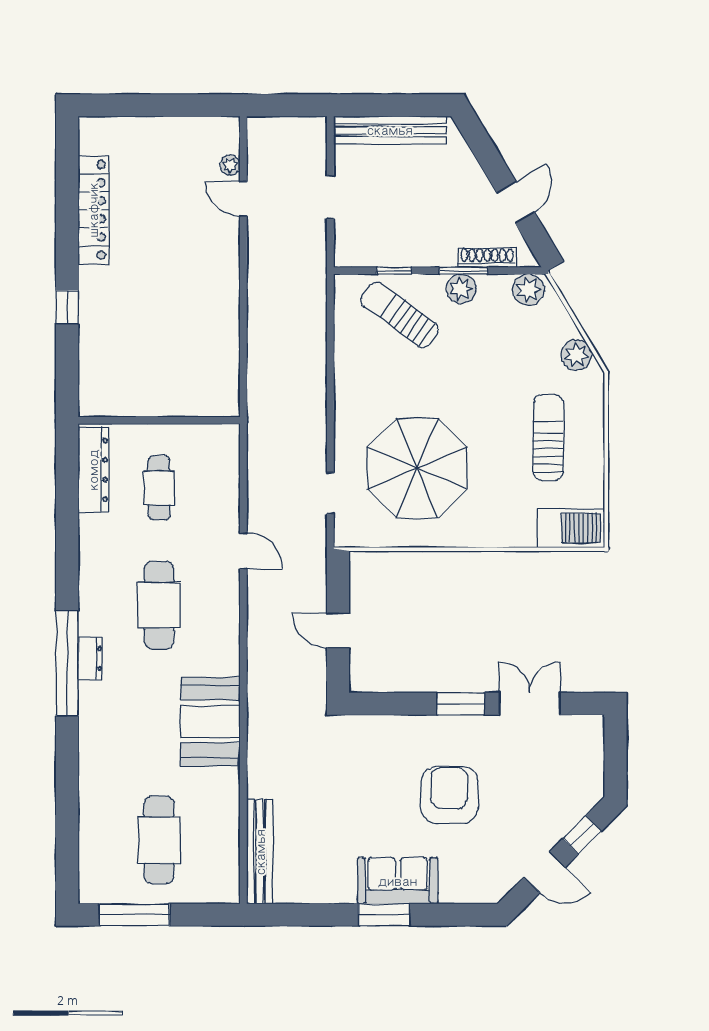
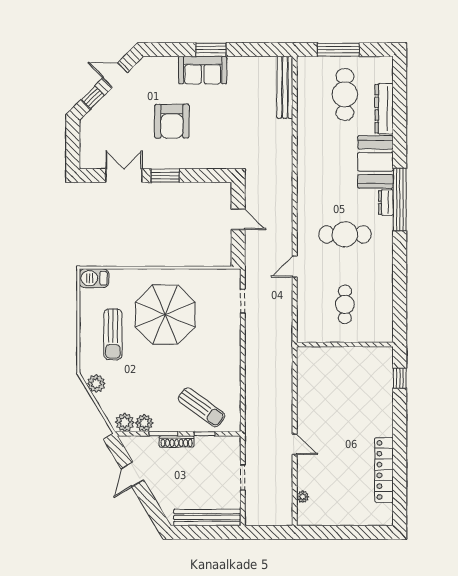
door: (243, 199) -> (295, 444), moved
shoe rack: (487, 258) -> (177, 442), moved
plant: (461, 289) -> (144, 423), moved
window: (67, 307) -> (400, 378), moved
parasol: (417, 468) -> (165, 315), moved
dresser: (93, 470) -> (384, 109), moved
barbecue: (571, 528) -> (94, 278), width x0.73, depth x0.83
door: (243, 551) -> (295, 267), hinge flipped
cafe table: (159, 605) -> (345, 234), turned 90
double door: (530, 704) -> (124, 176), swing flipped
booth: (210, 722) -> (375, 162), moved
window: (134, 915) -> (338, 50), moved

